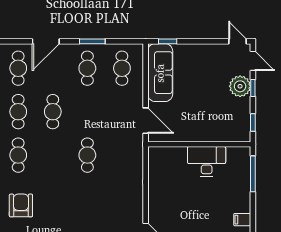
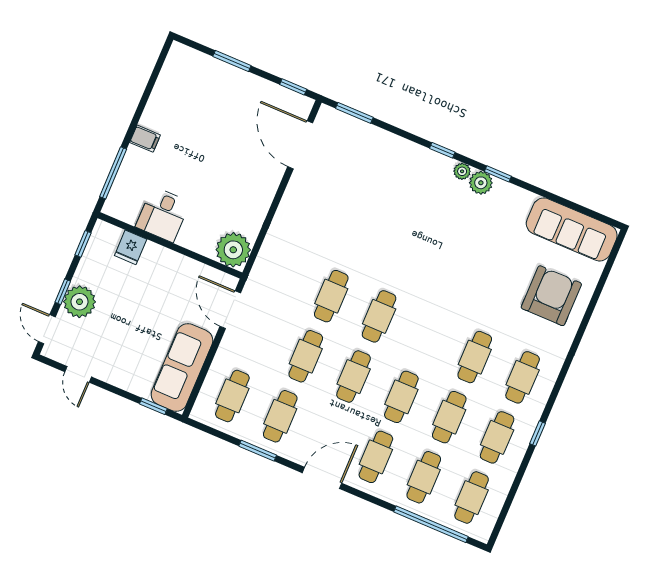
door: (237, 41) -> (78, 374), moved
cafe table: (87, 112) -> (306, 356), added
fridge: (223, 133) -> (131, 247), added
cafe table: (18, 155) -> (379, 316), moved
plant: (159, 158) -> (233, 250), added
desk: (207, 161) -> (163, 214), width x0.73
armchair: (21, 205) -> (453, 265), removed
filing cabinet: (242, 220) -> (145, 139), moved

